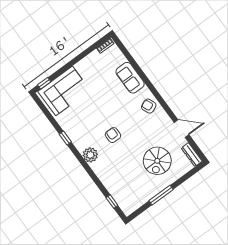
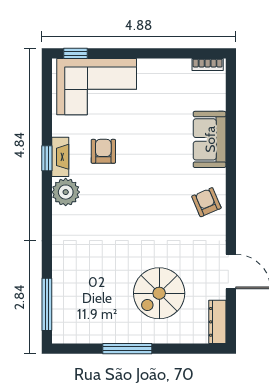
fireplace: (71, 133) -> (60, 157), added
armchair: (113, 135) -> (103, 151), moved
plant: (90, 155) -> (66, 192), moved
window: (112, 202) -> (47, 304), width x2.17

